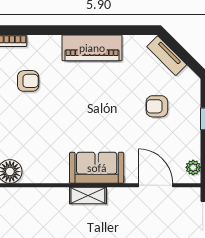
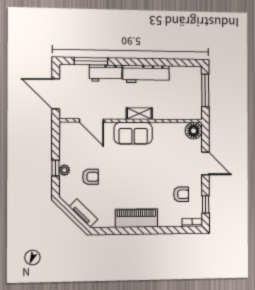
armchair: (28, 81) -> (181, 194), turned 180
plant: (193, 167) -> (64, 170), moved

